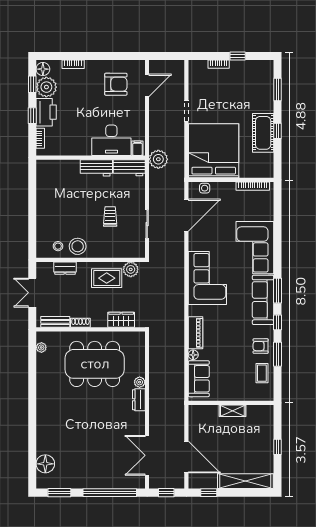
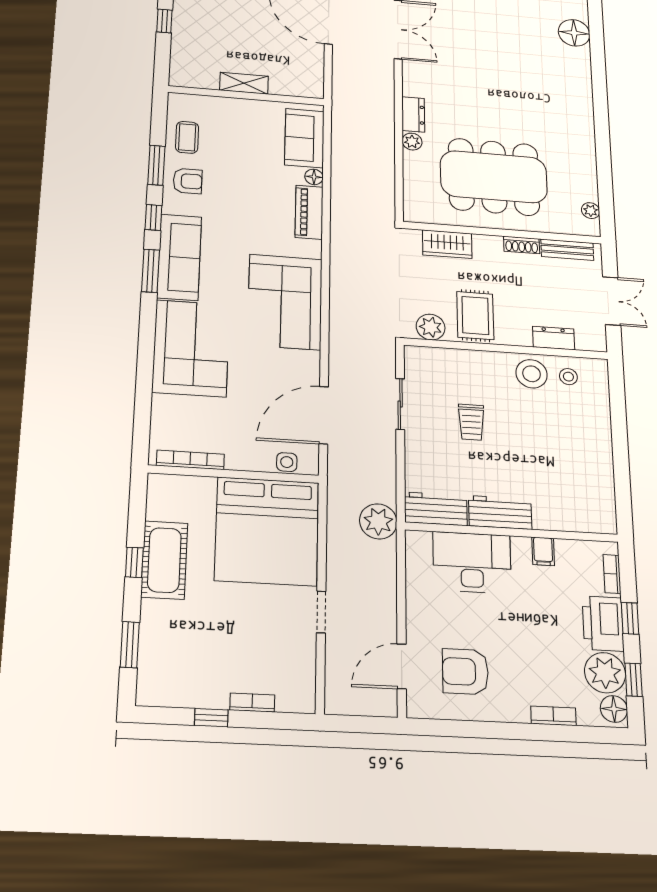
filing cabinet: (137, 148) -> (543, 551), moved
rug: (107, 278) -> (475, 316), turned 90

